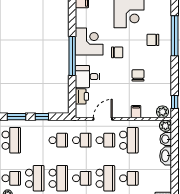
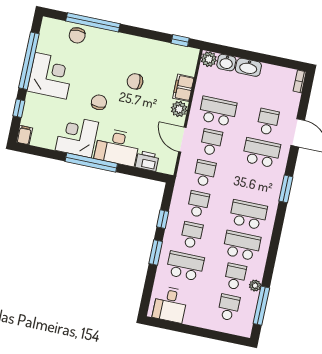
chair: (153, 40) -> (77, 35), moved
desk: (87, 77) -> (117, 147), width x1.37
filing cabinet: (136, 112) -> (183, 88), width x2.00
plant: (163, 112) -> (179, 109), moved
school desk: (82, 178) -> (192, 235), moved

